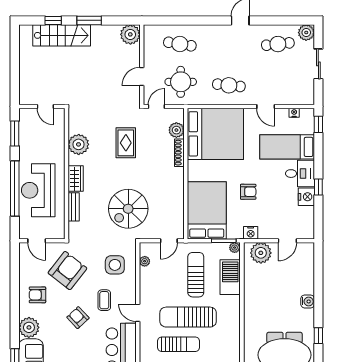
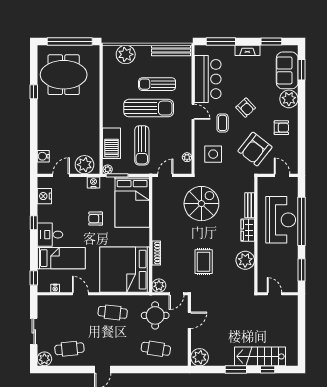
plant: (176, 130) -> (159, 286), moved
nightstand: (306, 197) -> (44, 196), moved
water cooler: (308, 301) -> (43, 156), moved

